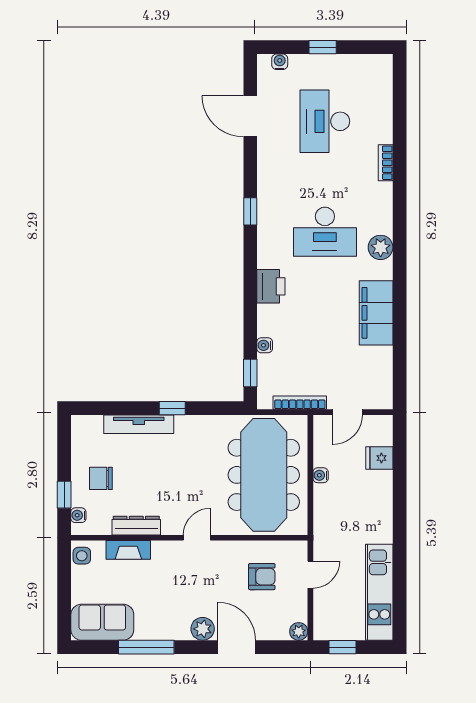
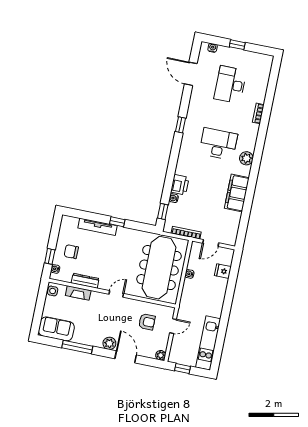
desk: (325, 232) -> (218, 144), turned 180
printer: (271, 286) -> (180, 185), moved

